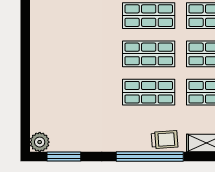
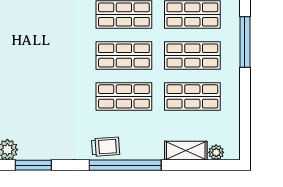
trolley: (165, 140) -> (106, 147), moved

